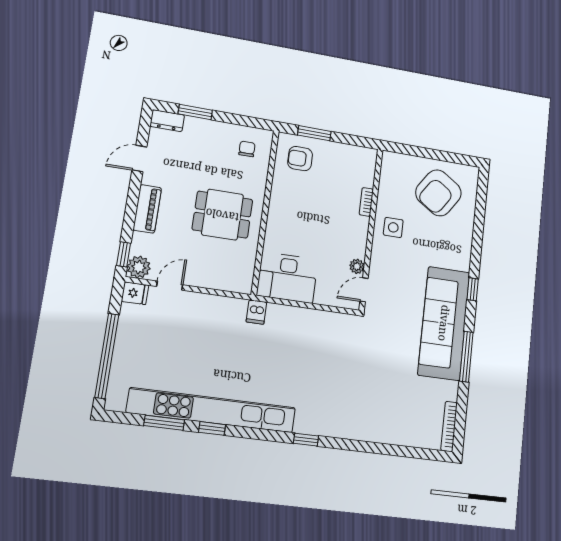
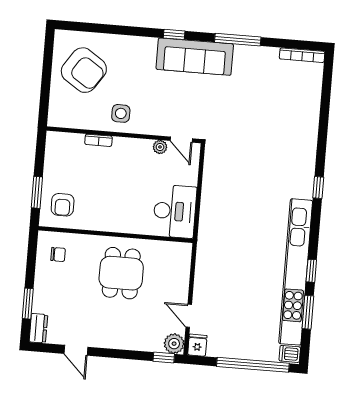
chair: (247, 149) -> (58, 254), turned 180
piano: (147, 209) -> (121, 340), removed
dishwasher: (256, 312) -> (290, 354), moved, turned 180
sofa: (444, 323) -> (195, 57), width x0.74, depth x0.79

